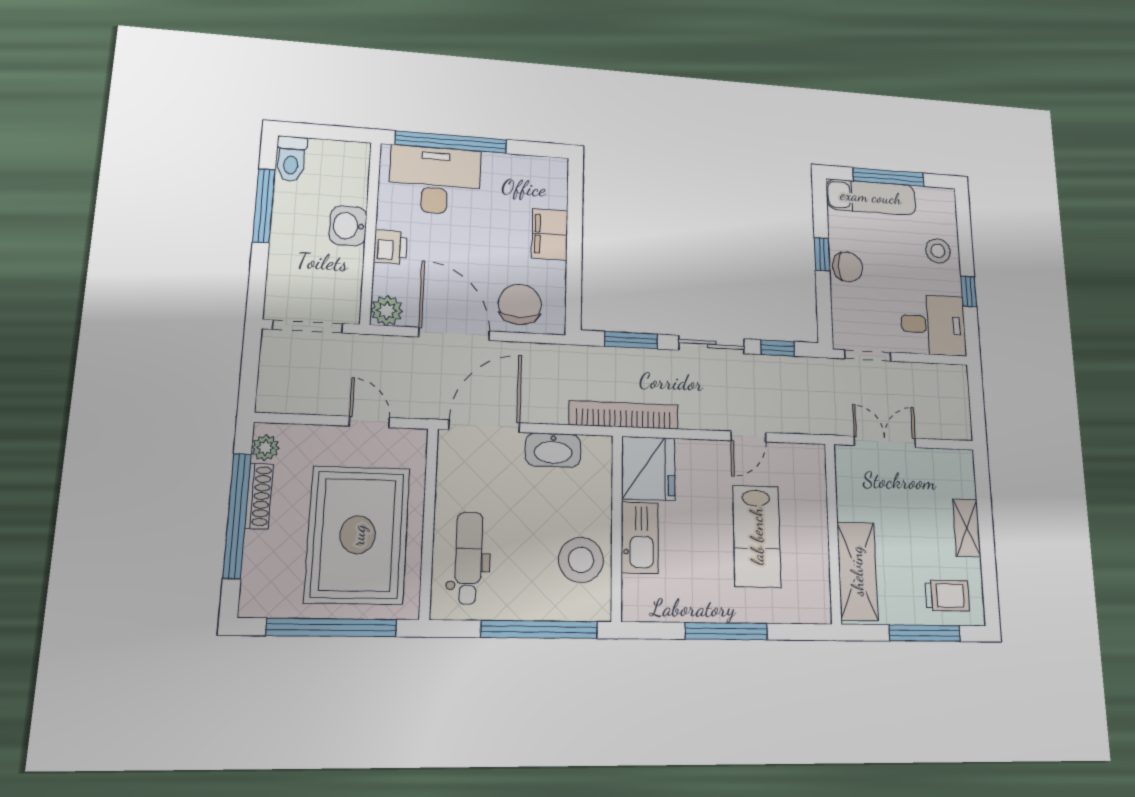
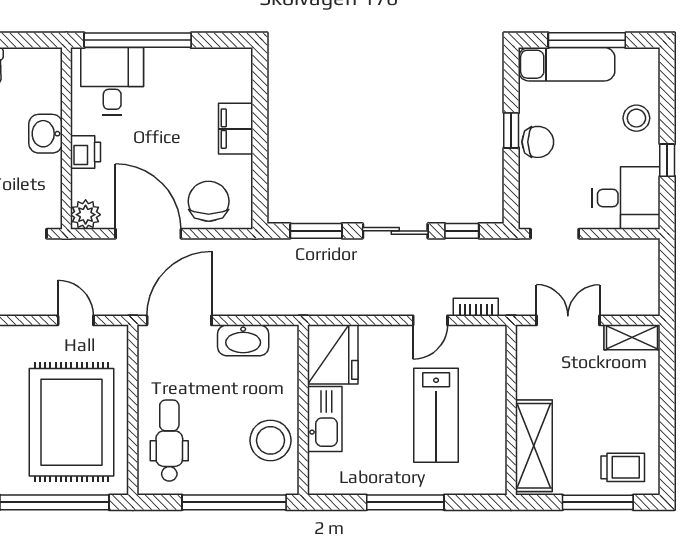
desk: (435, 180) -> (112, 81), width x0.73
bookcase: (624, 415) -> (476, 307), moved, width x0.43, depth x0.76
shelving: (967, 528) -> (632, 337), moved, turned 90

